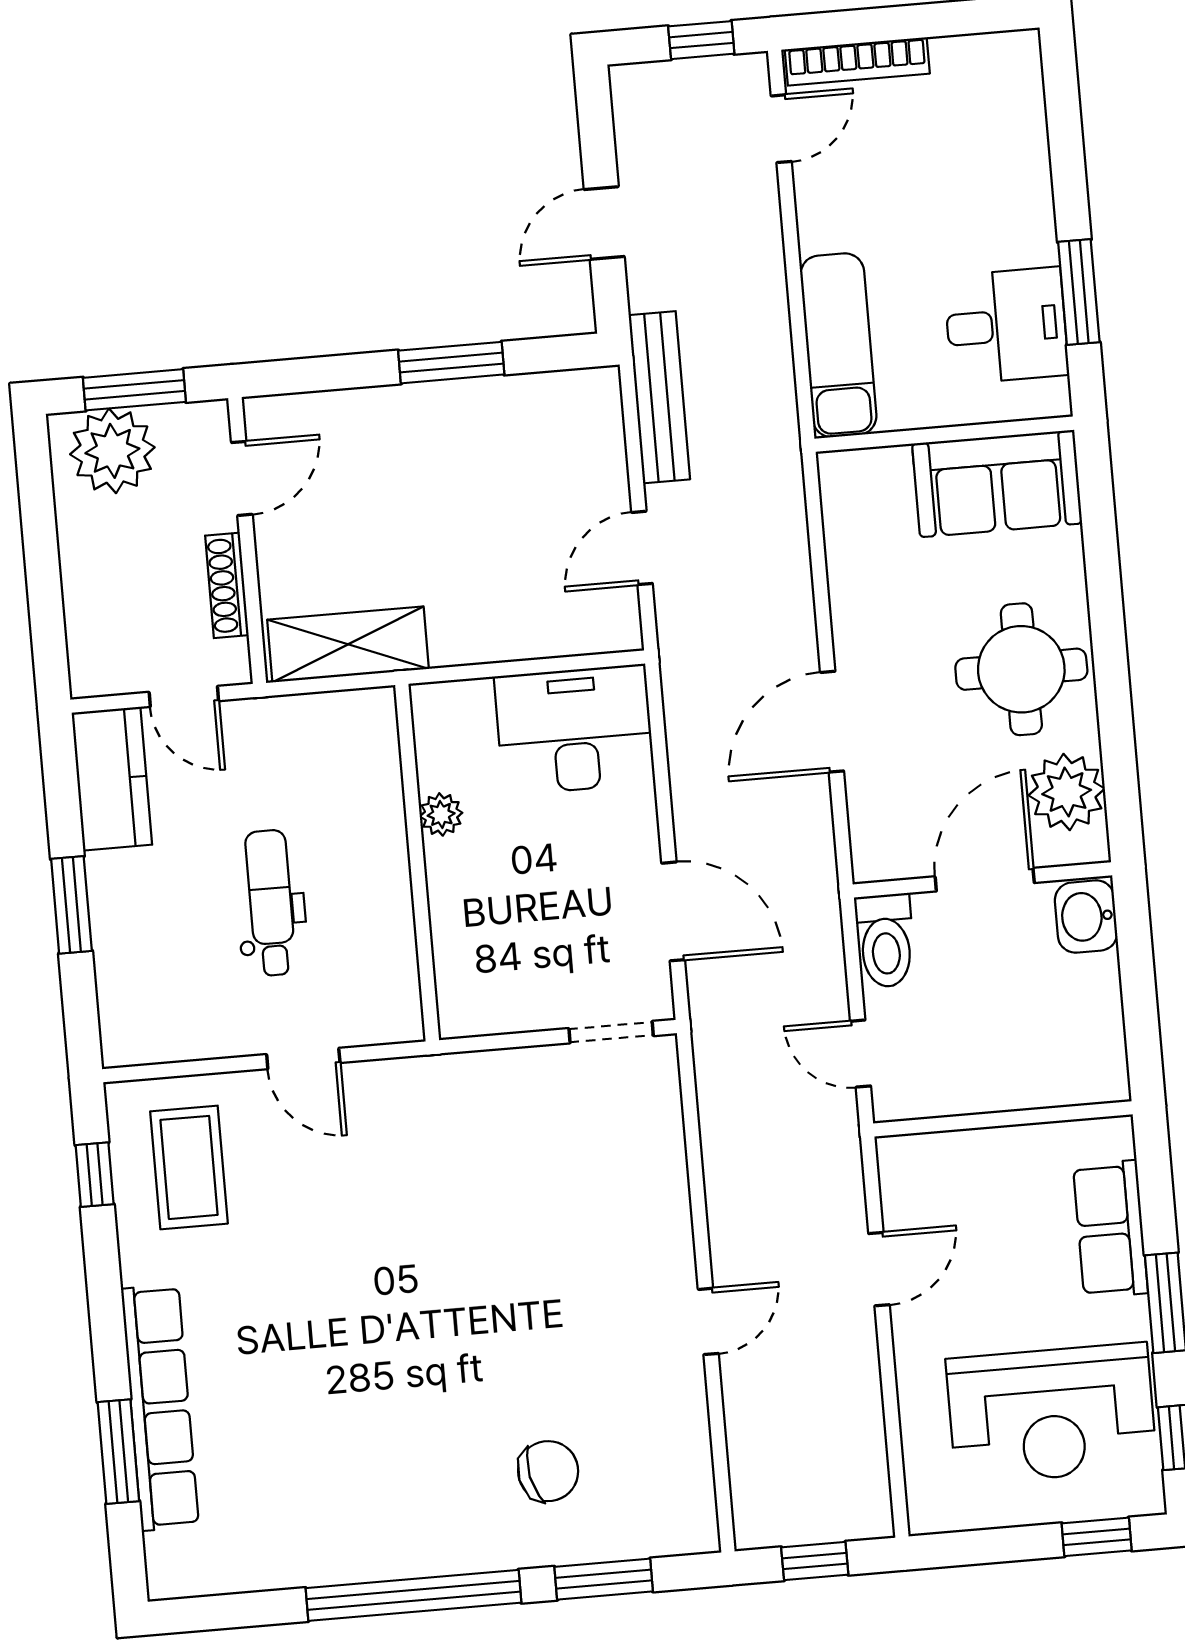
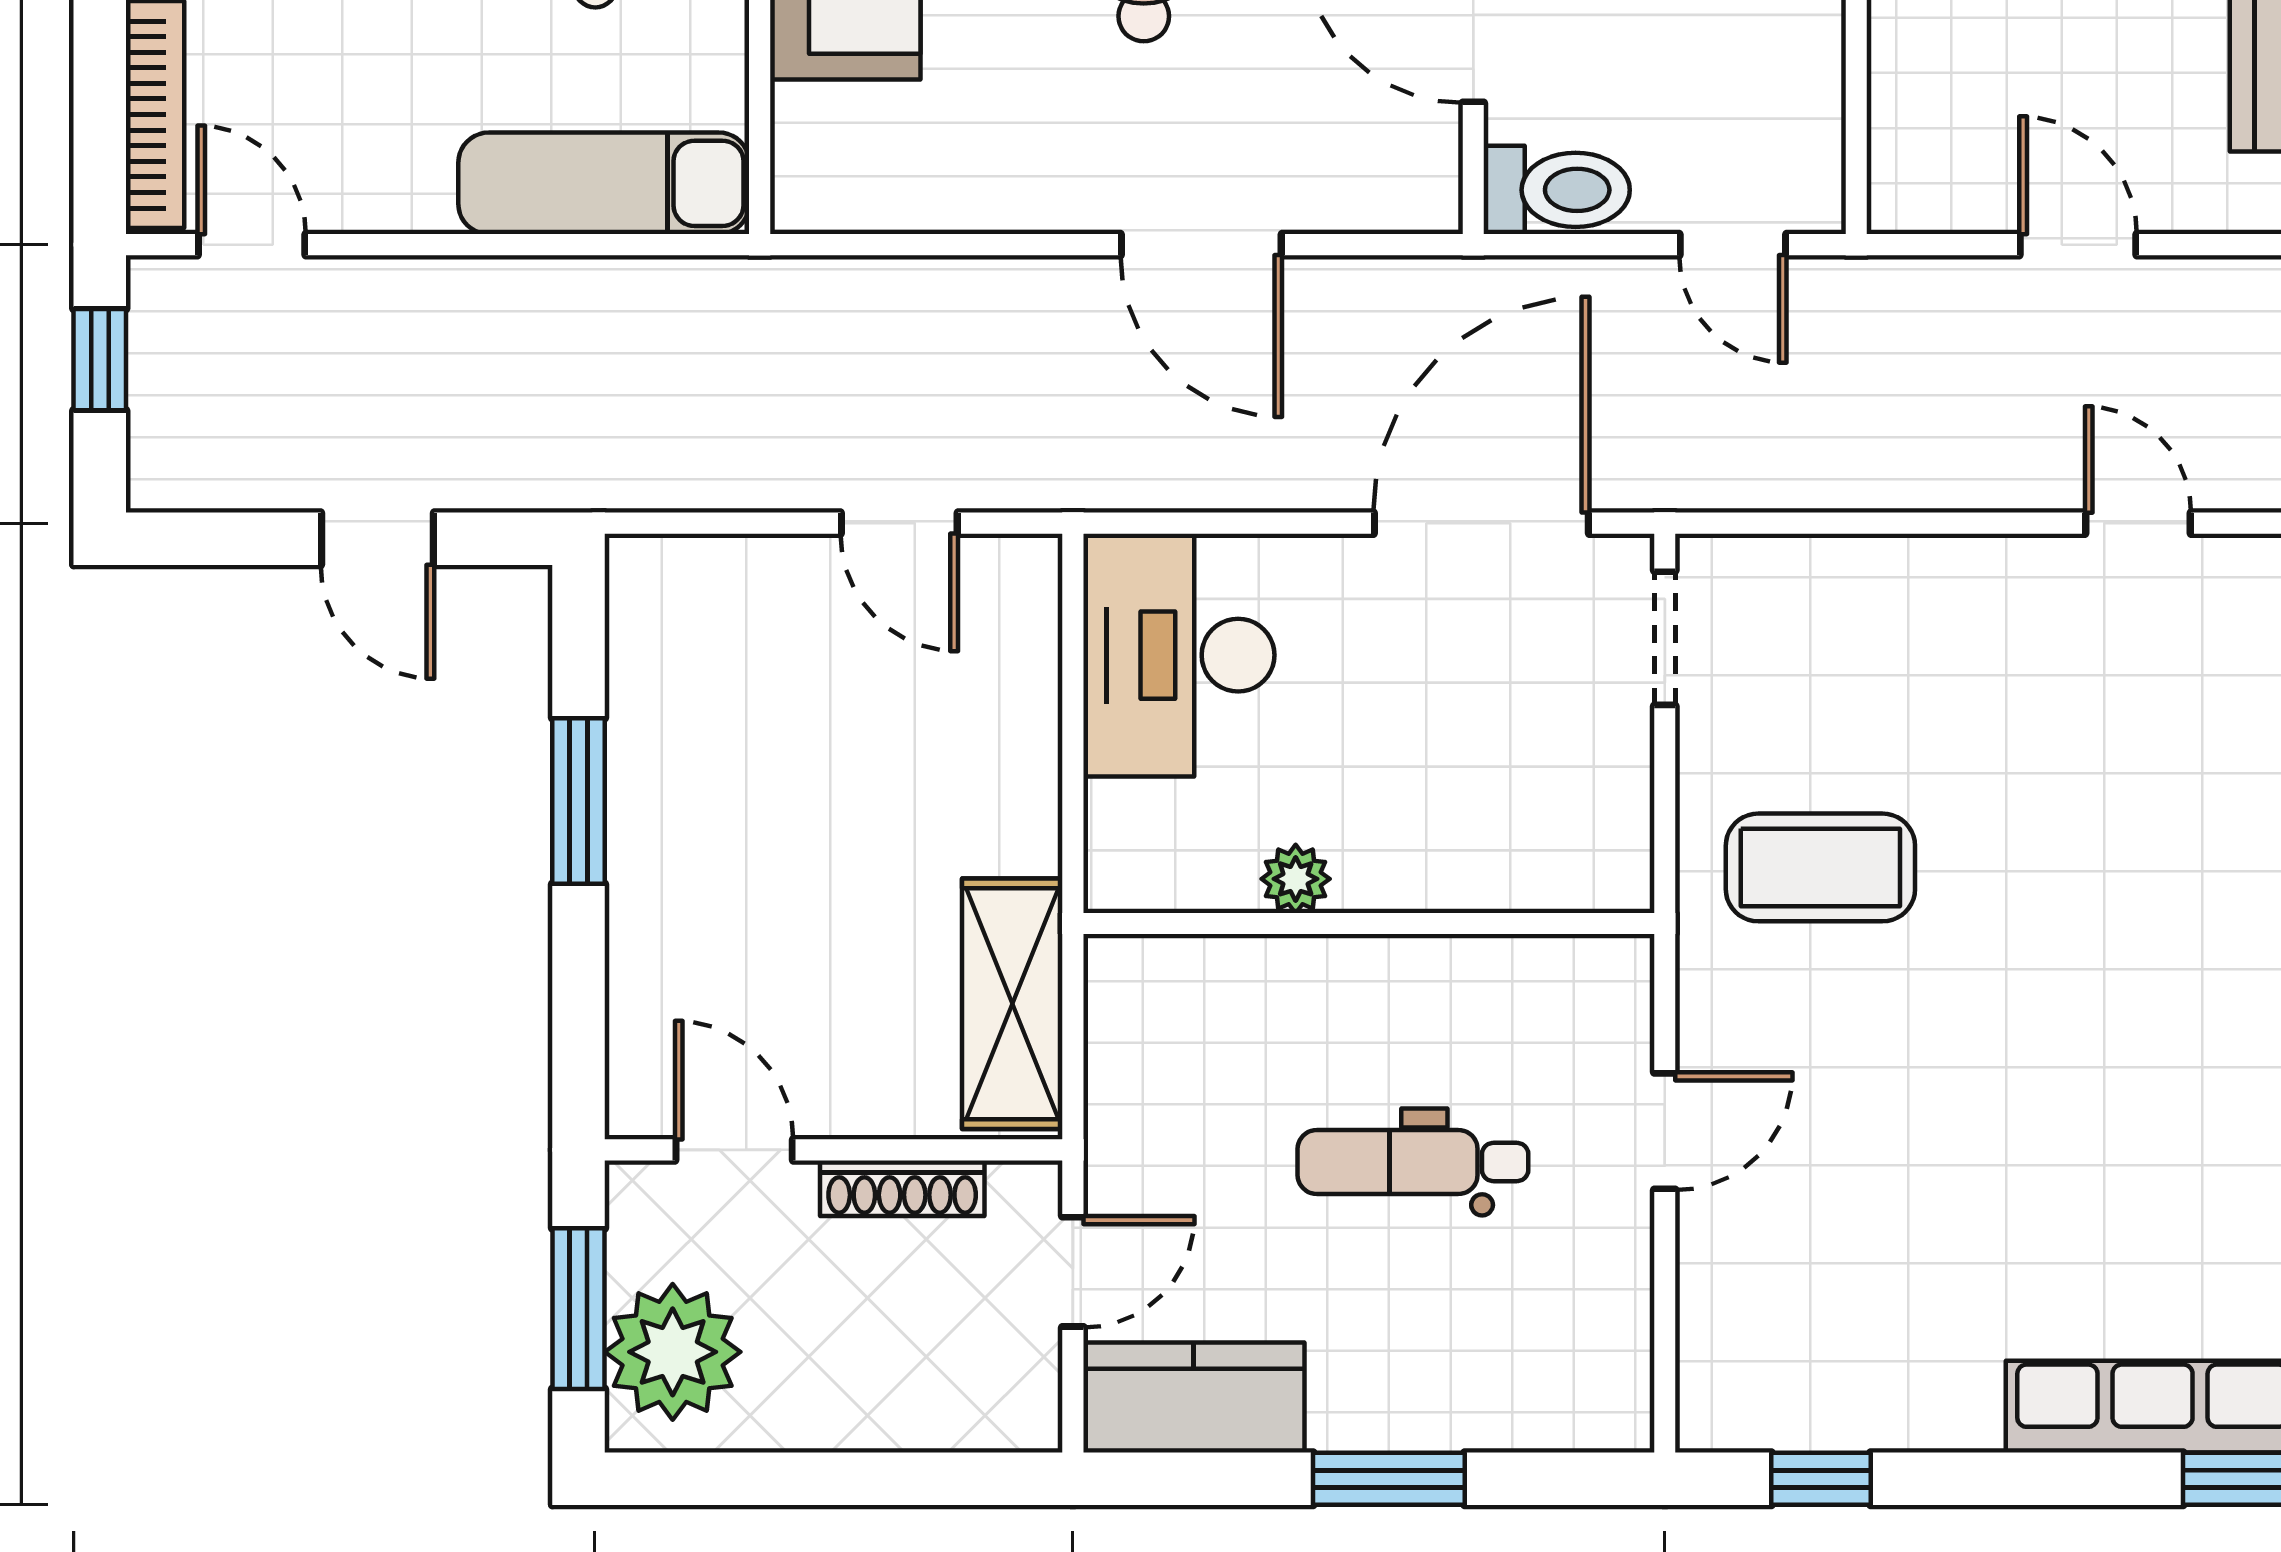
bench: (659, 397) -> (662, 475), removed
door: (673, 911) -> (1481, 523), width x1.36
door: (861, 1054) -> (1733, 245), hinge flipped
coffee table: (189, 1167) -> (1820, 867), moved

